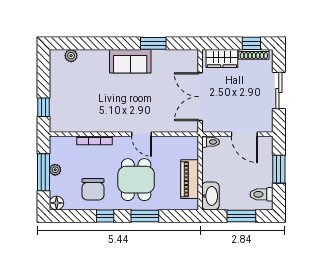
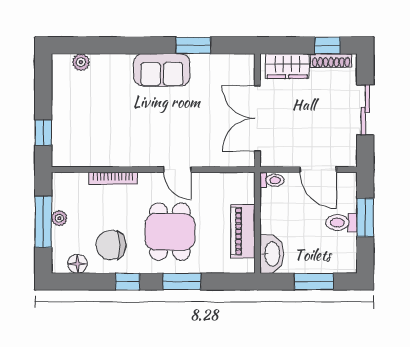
chair: (93, 189) -> (111, 245), turned 90
toilet: (262, 194) -> (342, 223), moved
floor lamp: (57, 203) -> (77, 264), moved

